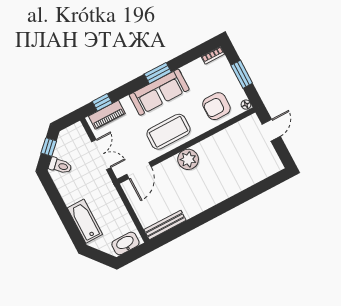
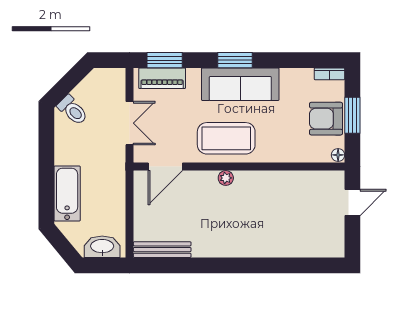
window: (158, 73) -> (235, 60), moved
window: (102, 102) -> (165, 60), width x1.50
armchair: (216, 106) -> (326, 119), moved
window: (49, 147) -> (71, 80), removed
plant: (188, 159) -> (226, 178), width x0.53, depth x0.53

